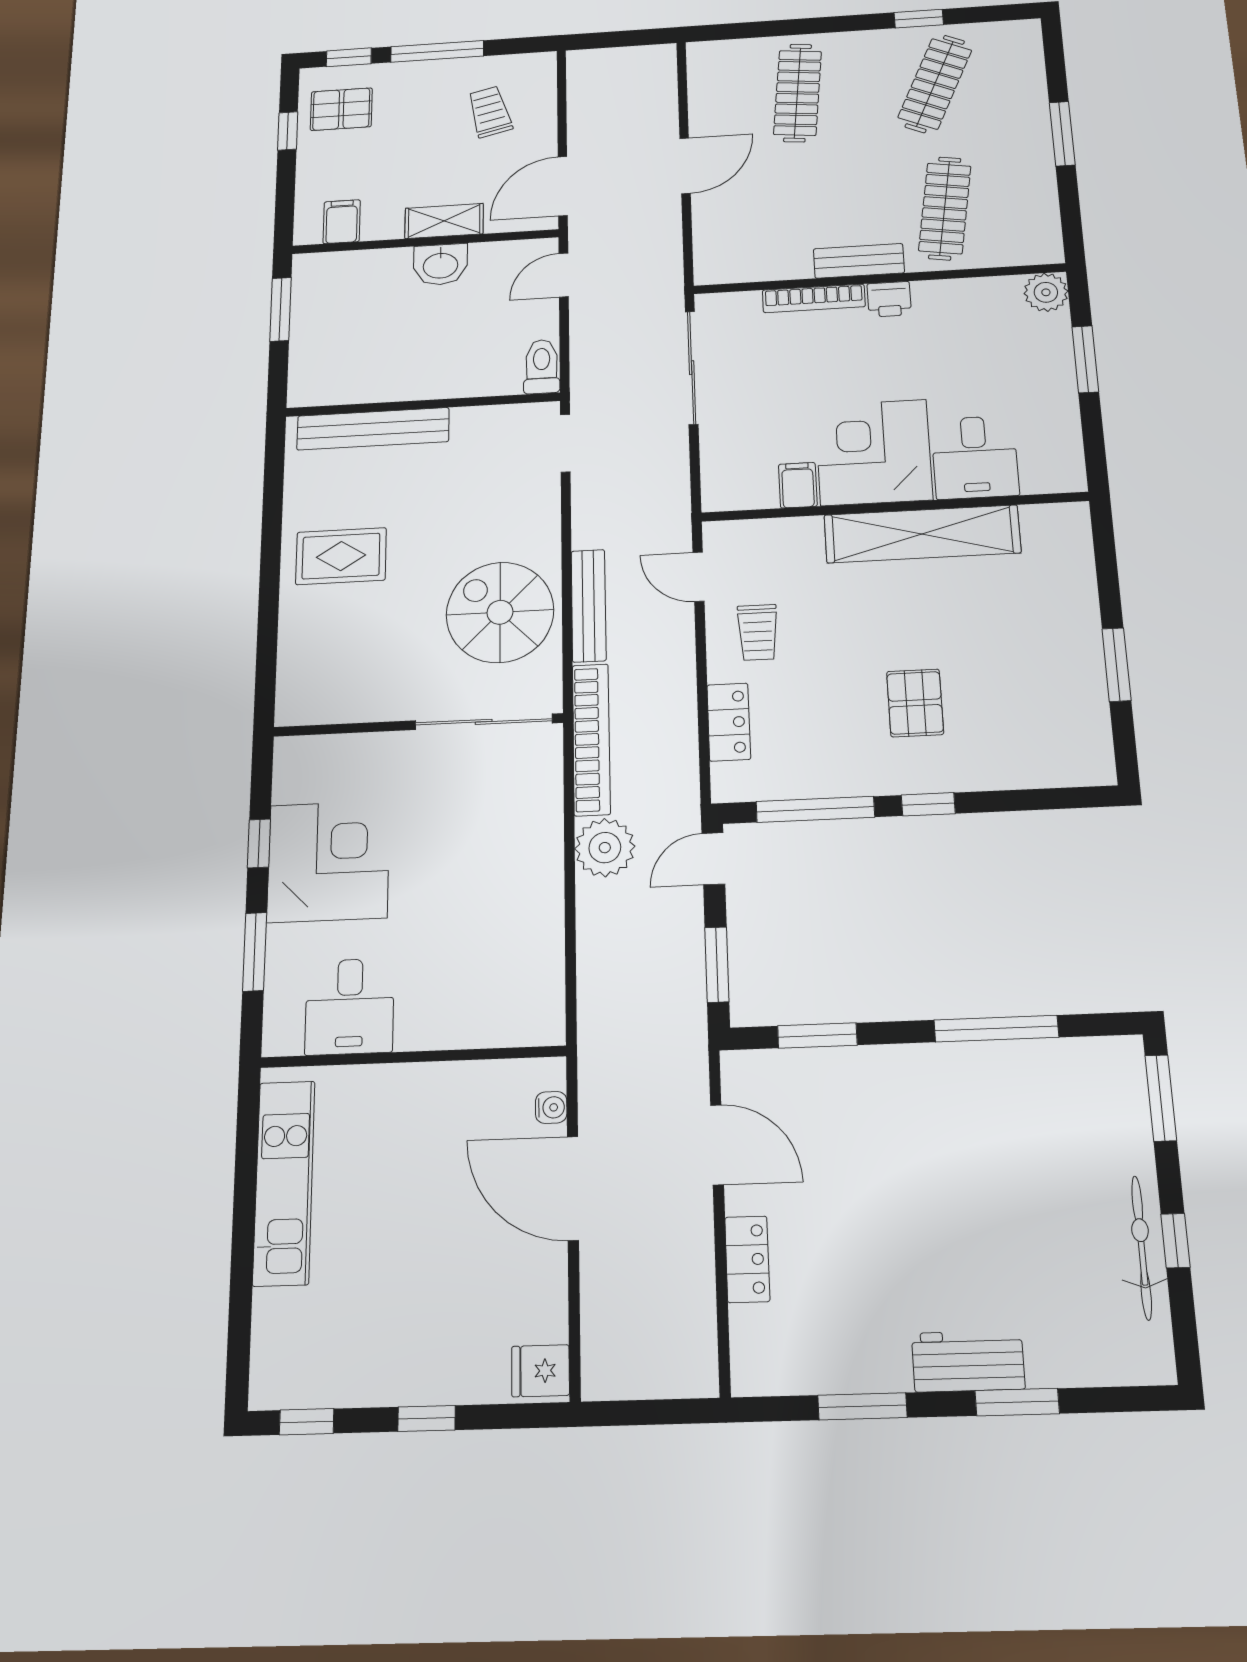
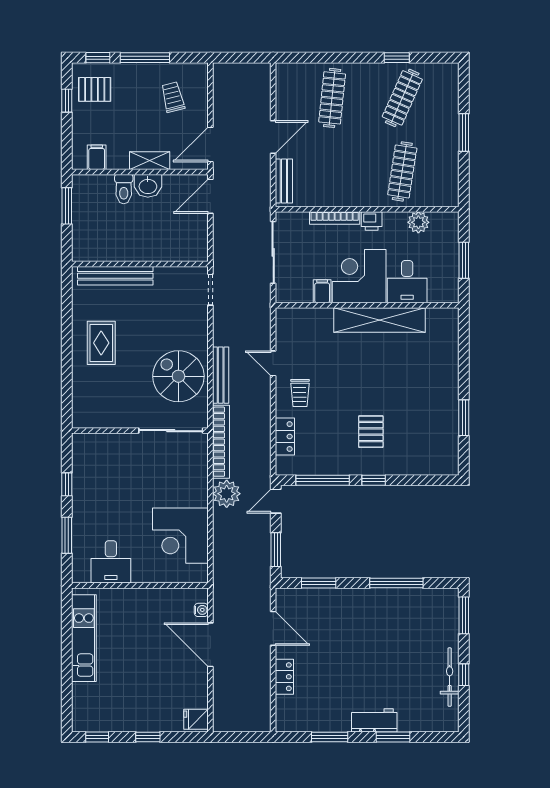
bench: (859, 261) -> (284, 181), moved, turned 90
door: (564, 275) -> (210, 196), width x1.38
plant: (1046, 292) -> (418, 222), moved
toilet: (542, 367) -> (124, 189), moved, turned 180
corner desk: (874, 452) -> (359, 276), moved
desk: (975, 457) -> (407, 282), moved
filing cabinet: (798, 485) -> (322, 291), moved
wall: (894, 507) -> (367, 305), moved
shelving: (922, 534) -> (380, 320), moved
rug: (341, 556) -> (101, 343), turned 90
corner desk: (328, 861) -> (180, 536), moved, turned 180

